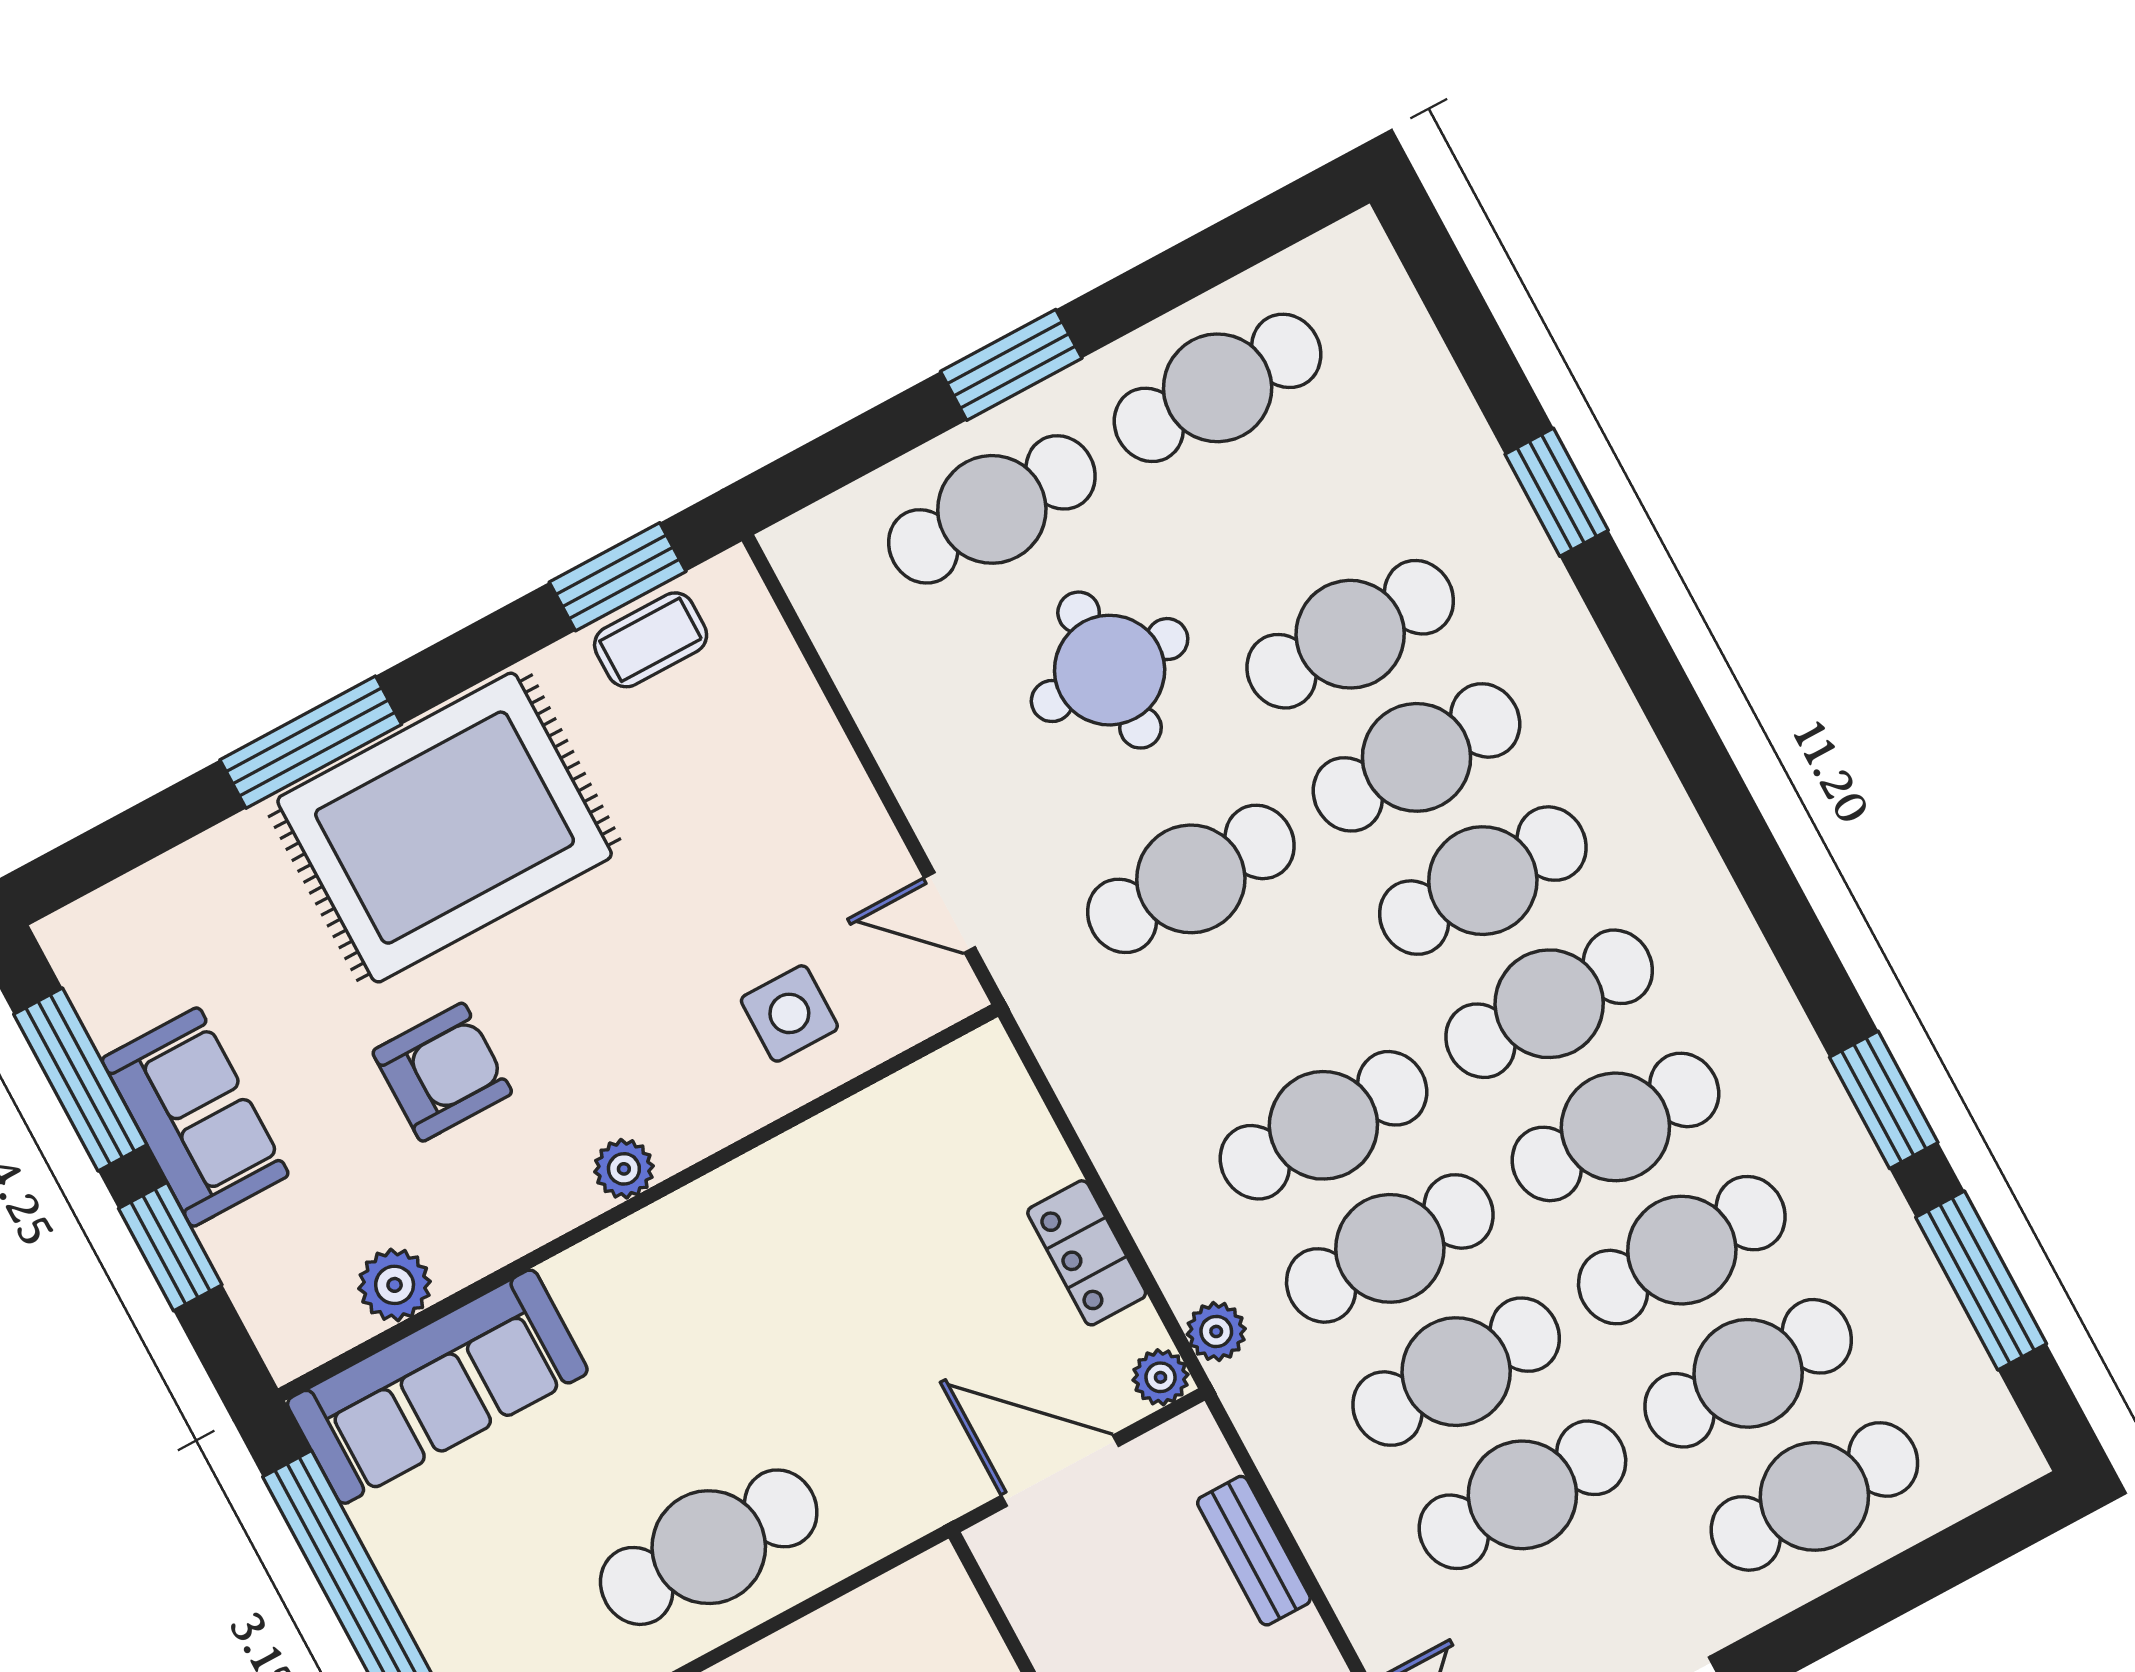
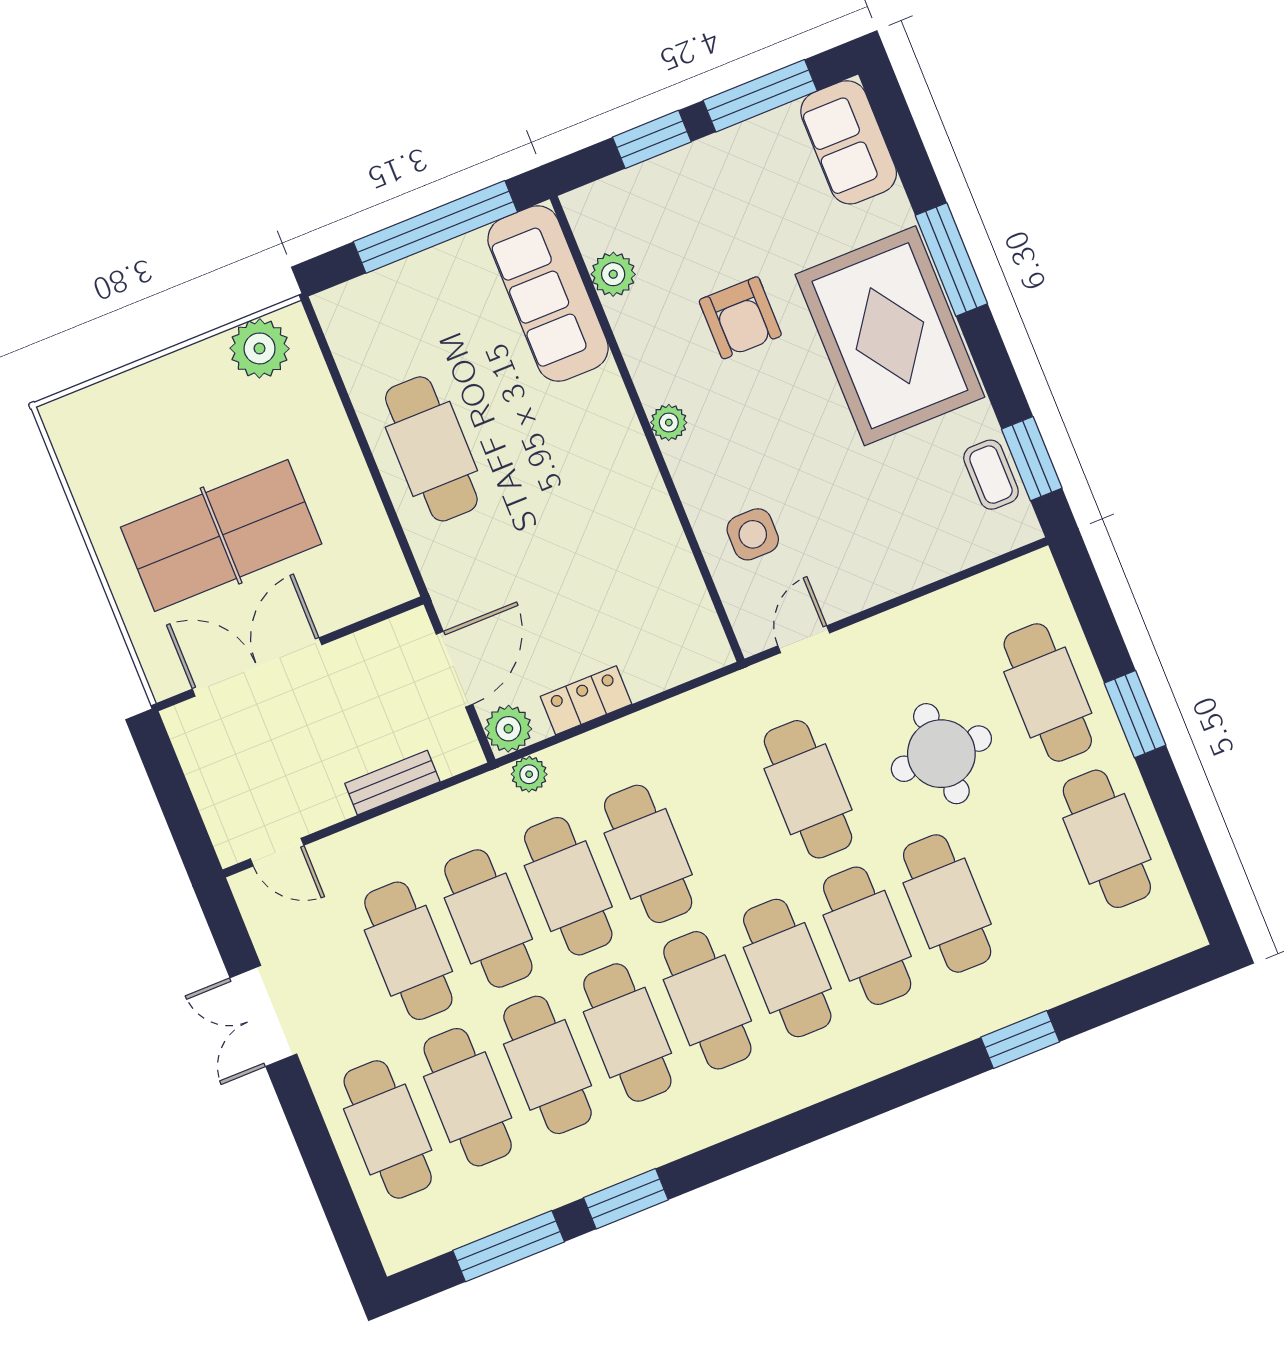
sofa: (195, 1117) -> (849, 142), moved, turned 90
plant: (1161, 1377) -> (508, 729), width x1.38, depth x1.38

